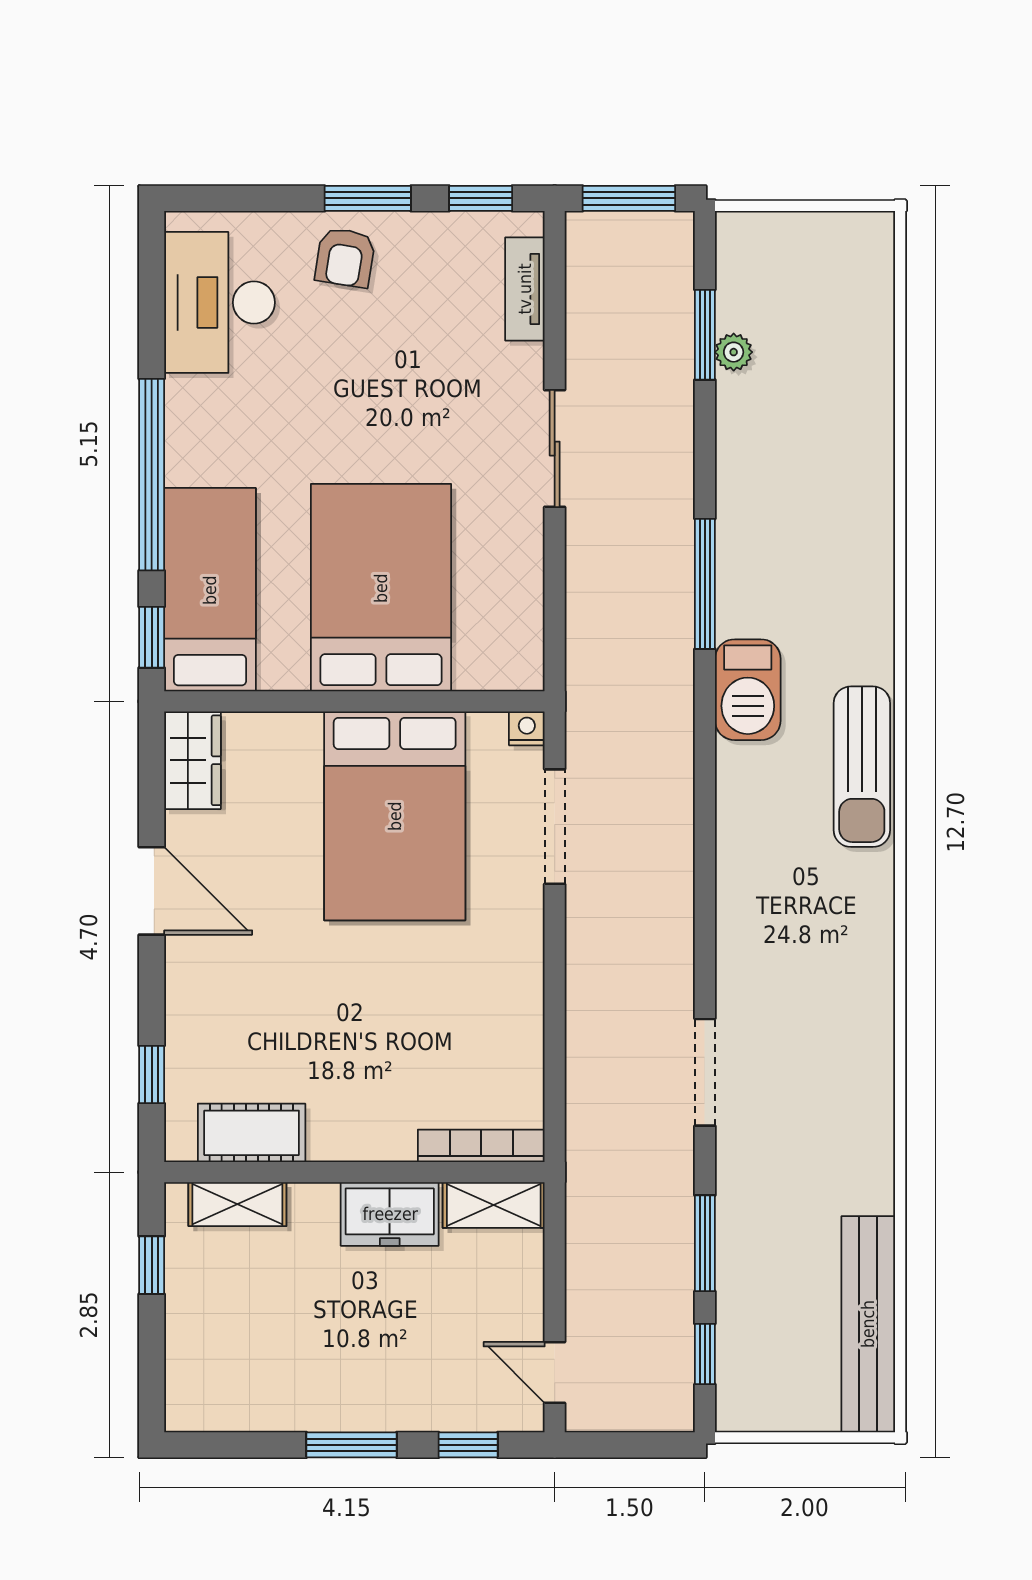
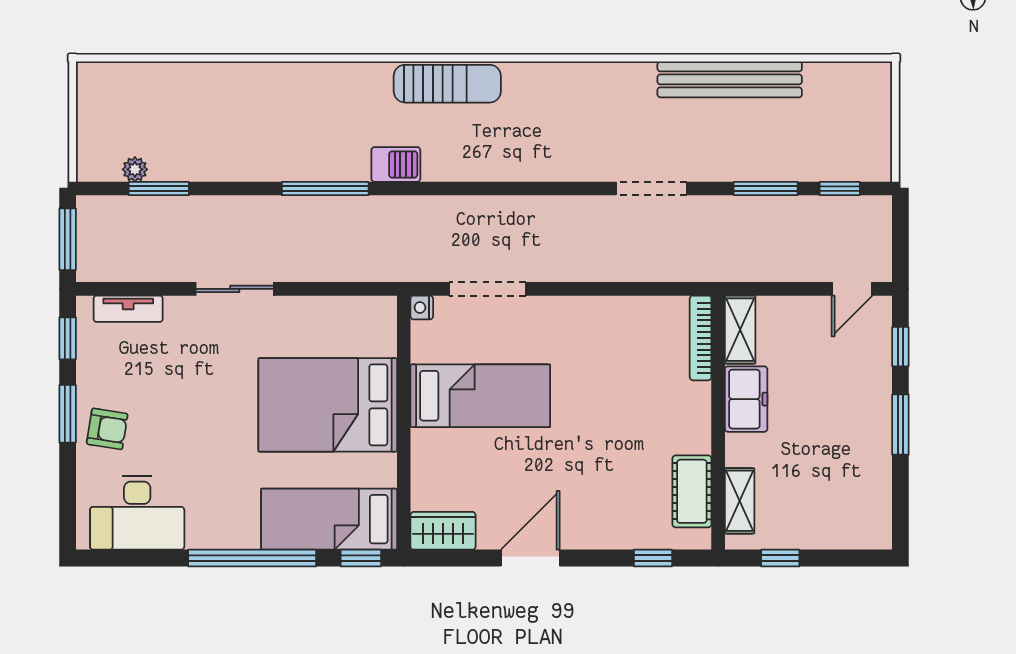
plant: (734, 352) -> (135, 169), moved
barbecue: (748, 690) -> (396, 164), width x0.73, depth x0.79
bed: (395, 816) -> (480, 396), width x0.67
bench: (868, 1324) -> (730, 79), moved

